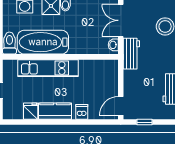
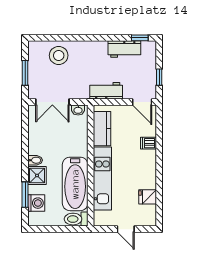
workbench: (131, 54) -> (106, 91), moved
kitchen counter: (55, 111) -> (102, 129), moved, turned 180

